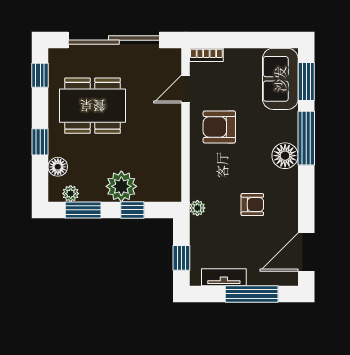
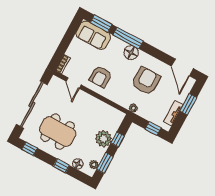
dining table: (93, 106) -> (58, 132), turned 90
armchair: (252, 205) -> (146, 81), width x1.88, depth x1.88
window: (252, 294) -> (188, 104), width x0.69

